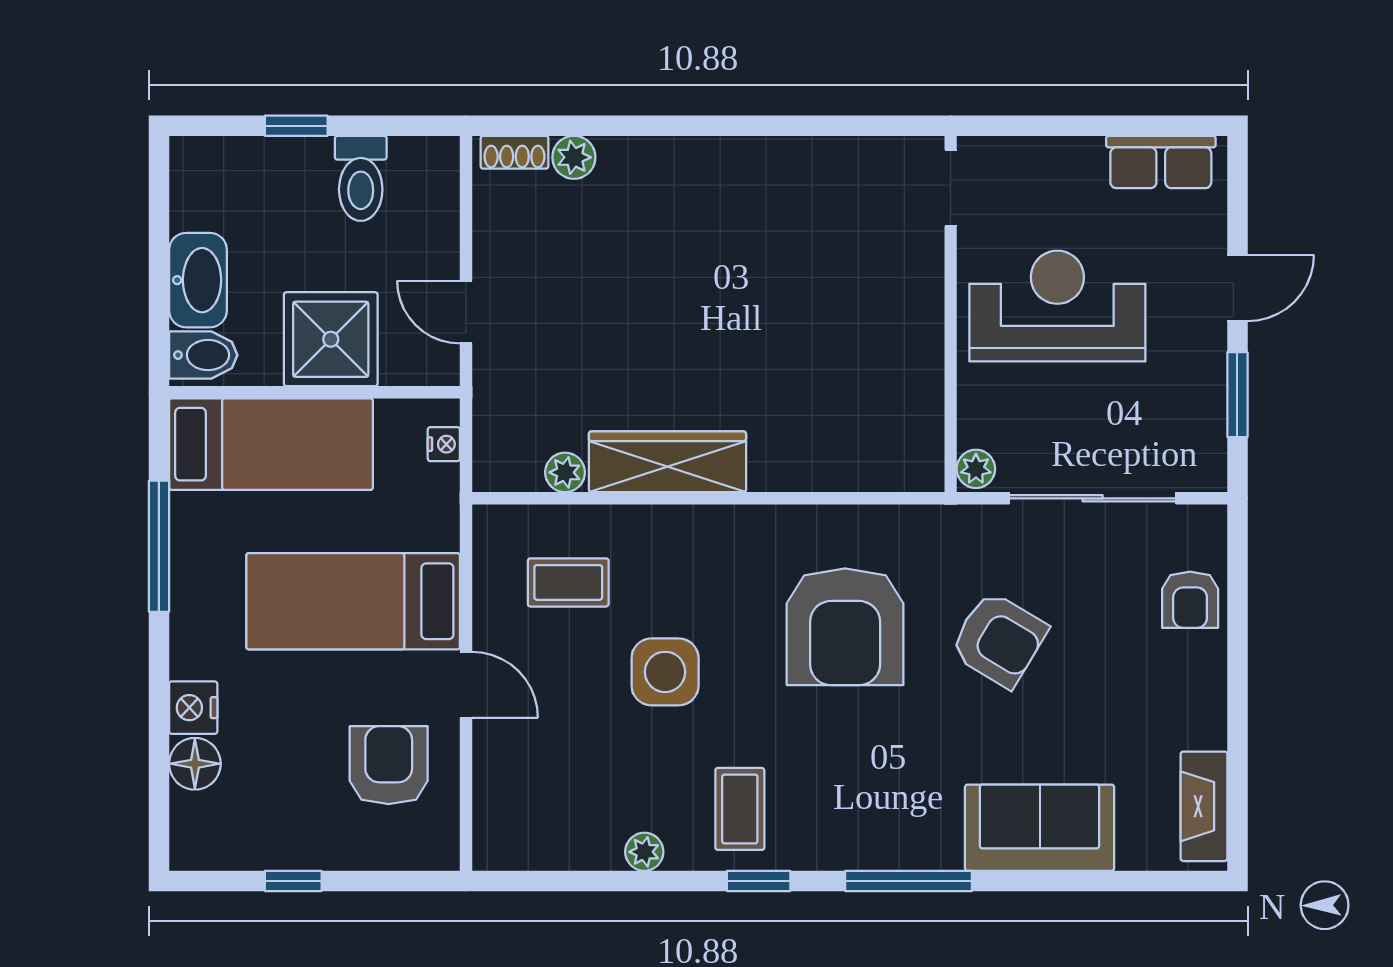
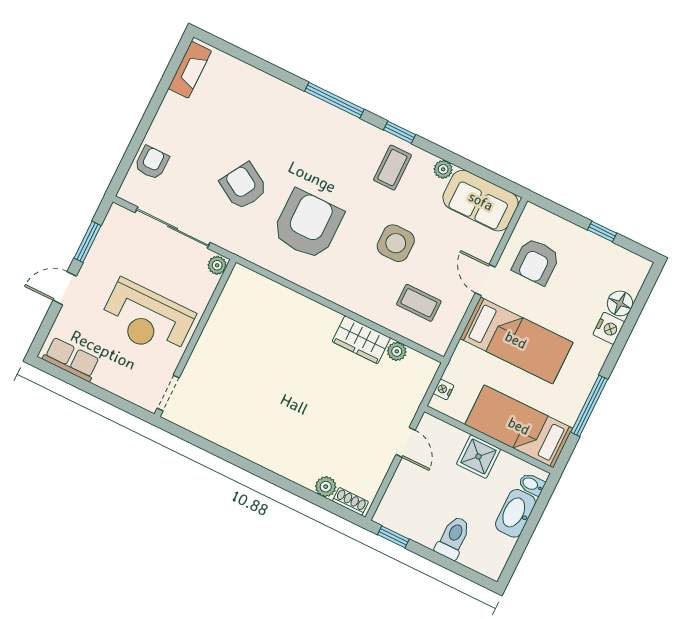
window: (296, 126) -> (393, 537), moved
toilet: (361, 178) -> (453, 538), moved
shower: (331, 339) -> (478, 456), width x0.73, depth x0.73
bidet: (203, 355) -> (532, 484), width x0.72, depth x0.74
wardrobe: (667, 462) -> (361, 340), width x0.67
sofa: (1040, 828) -> (481, 201), moved

